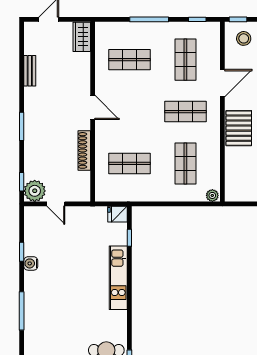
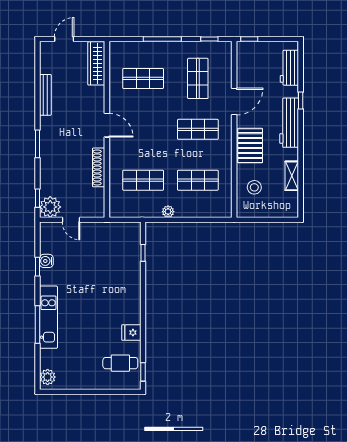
wardrobe: (82, 37) -> (96, 63), width x1.50
stool: (244, 38) -> (254, 187), moved
bench: (30, 71) -> (45, 95), width x1.36
shop shelf: (185, 163) -> (198, 180), turned 90
plant: (212, 195) -> (168, 212), moved
fridge: (118, 214) -> (131, 333), moved
water cooler: (31, 263) -> (46, 261), moved
kitchen unit: (118, 278) -> (48, 317), moved, turned 180

